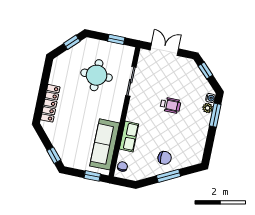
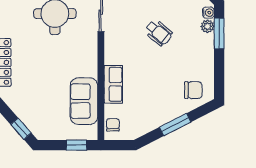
wheelchair: (170, 105) -> (159, 33), turned 40
sofa: (105, 144) -> (84, 101), width x0.73
chair: (165, 158) -> (193, 90), moved

